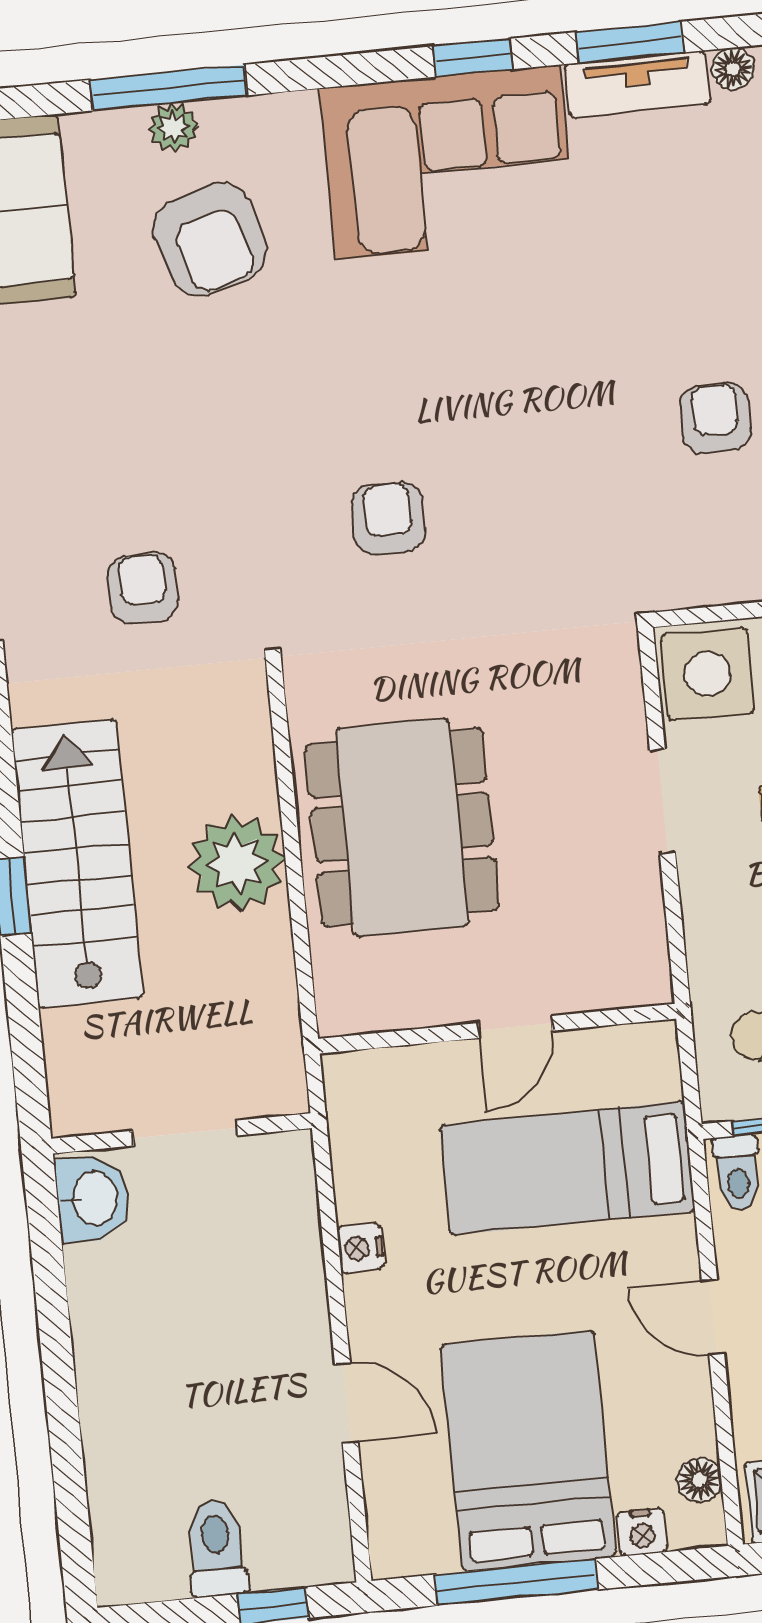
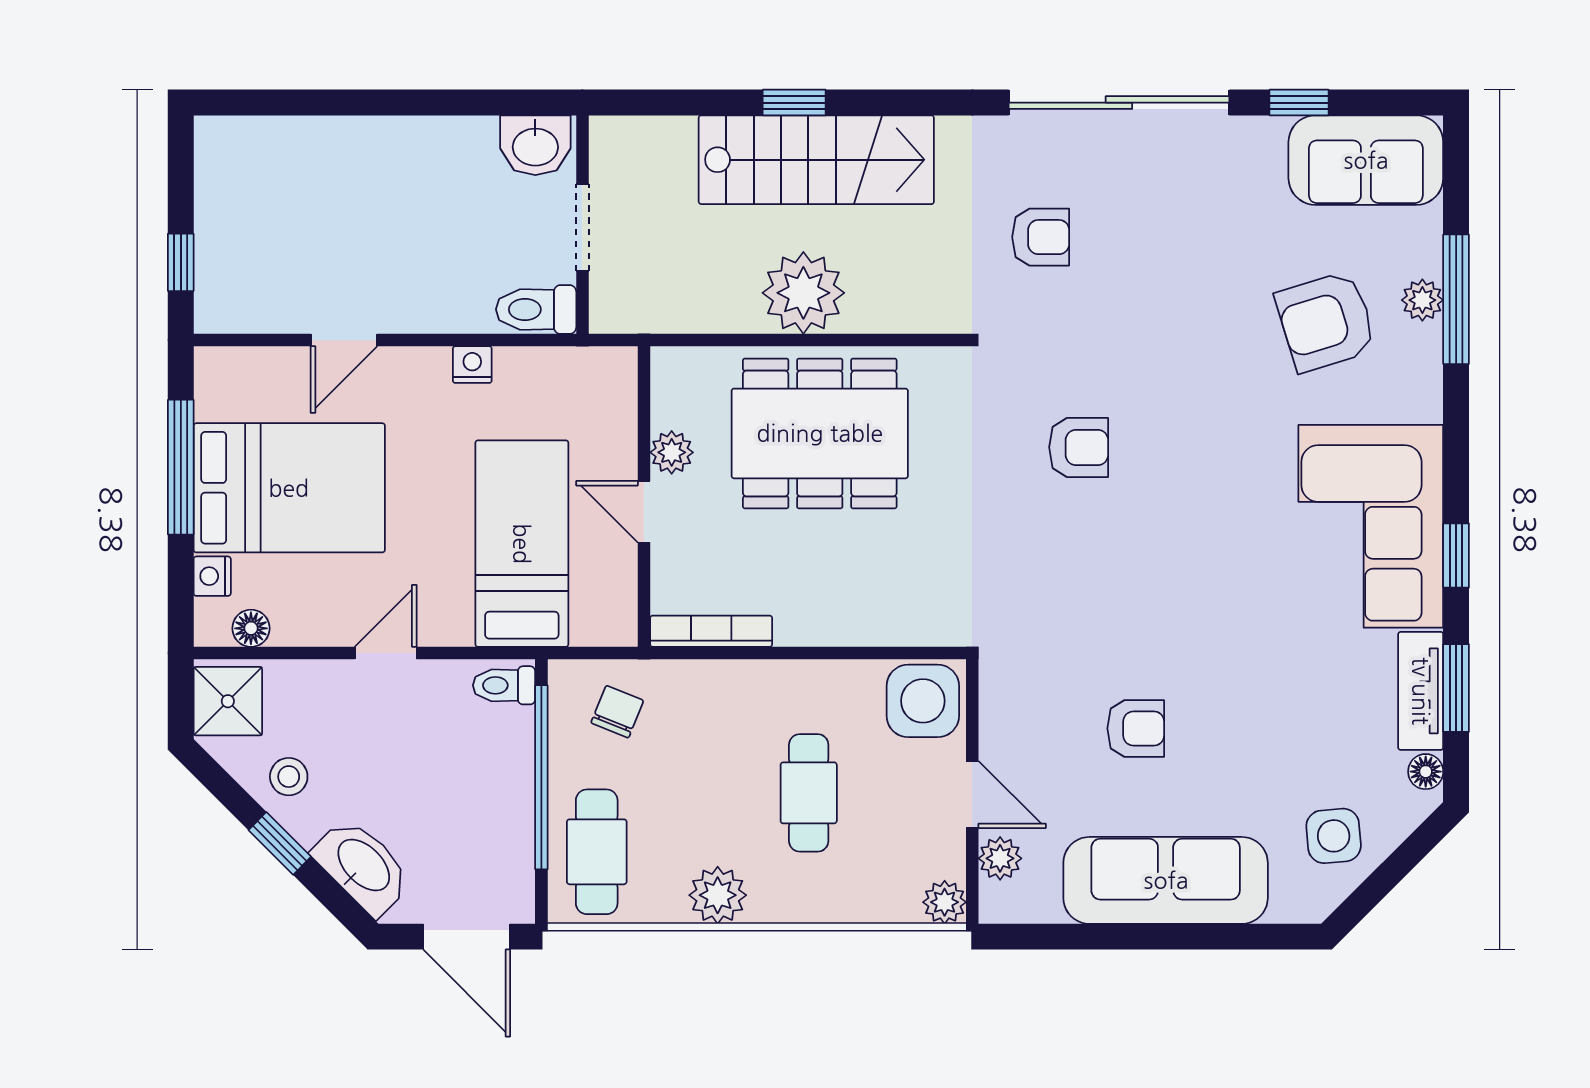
doorway: (662, 801) -> (820, 653), removed
bookcase: (649, 933) -> (711, 631), added
plant: (442, 1001) -> (672, 452), added
toilet: (216, 1548) -> (536, 309), moved, turned 180

